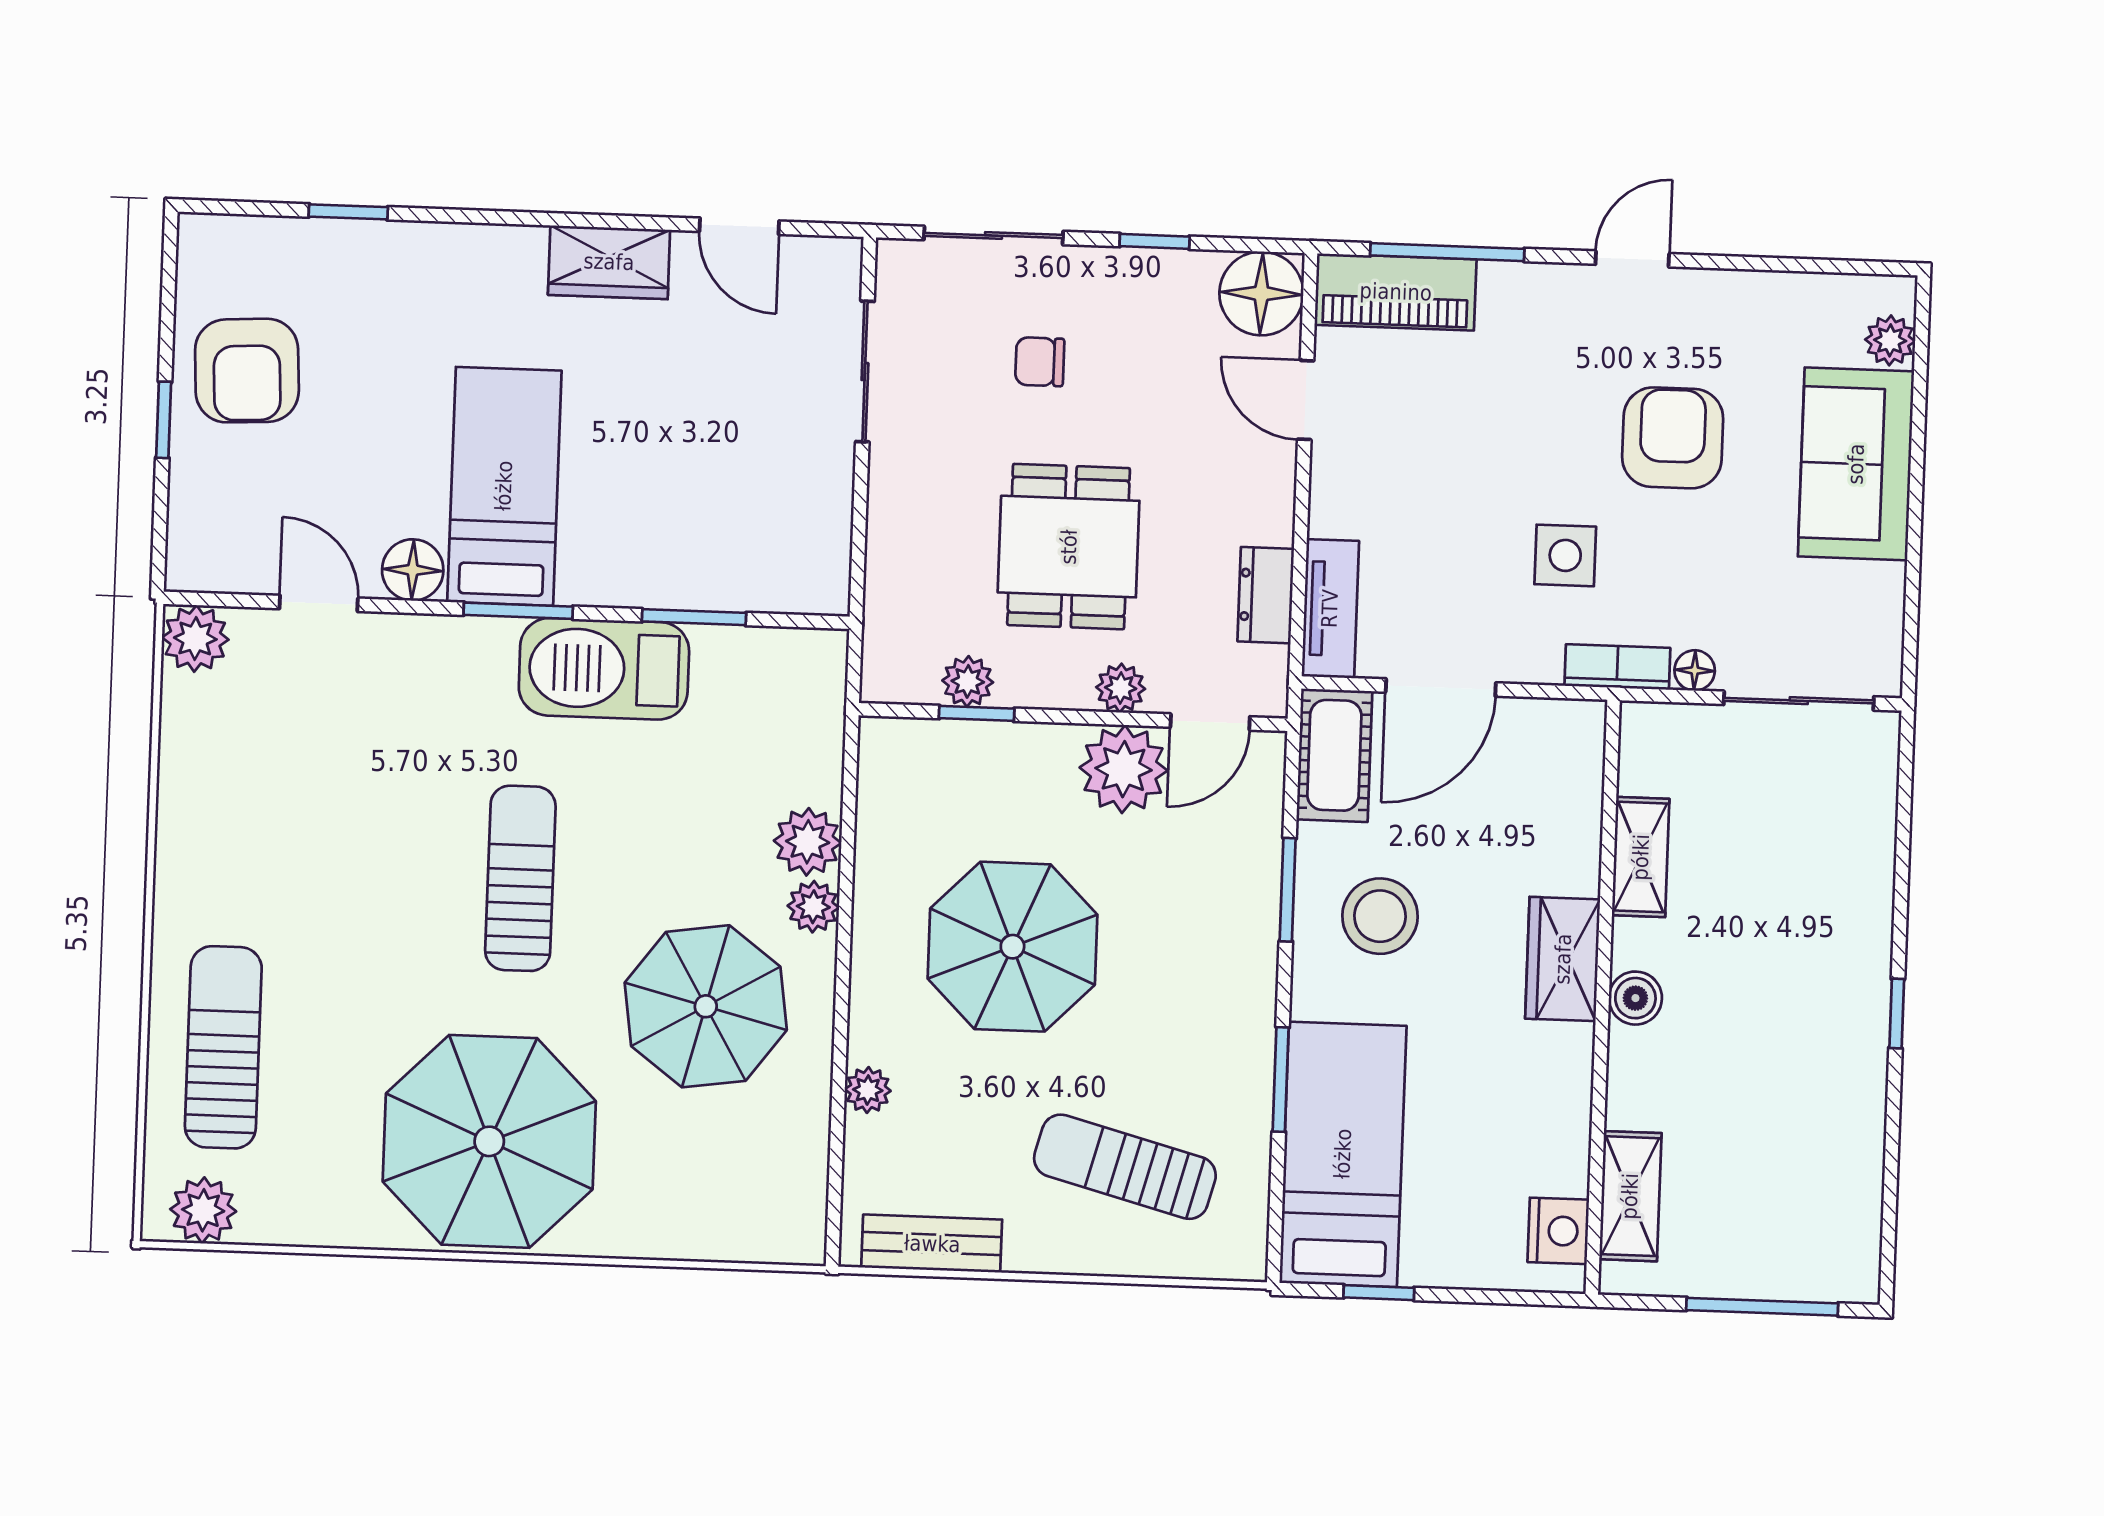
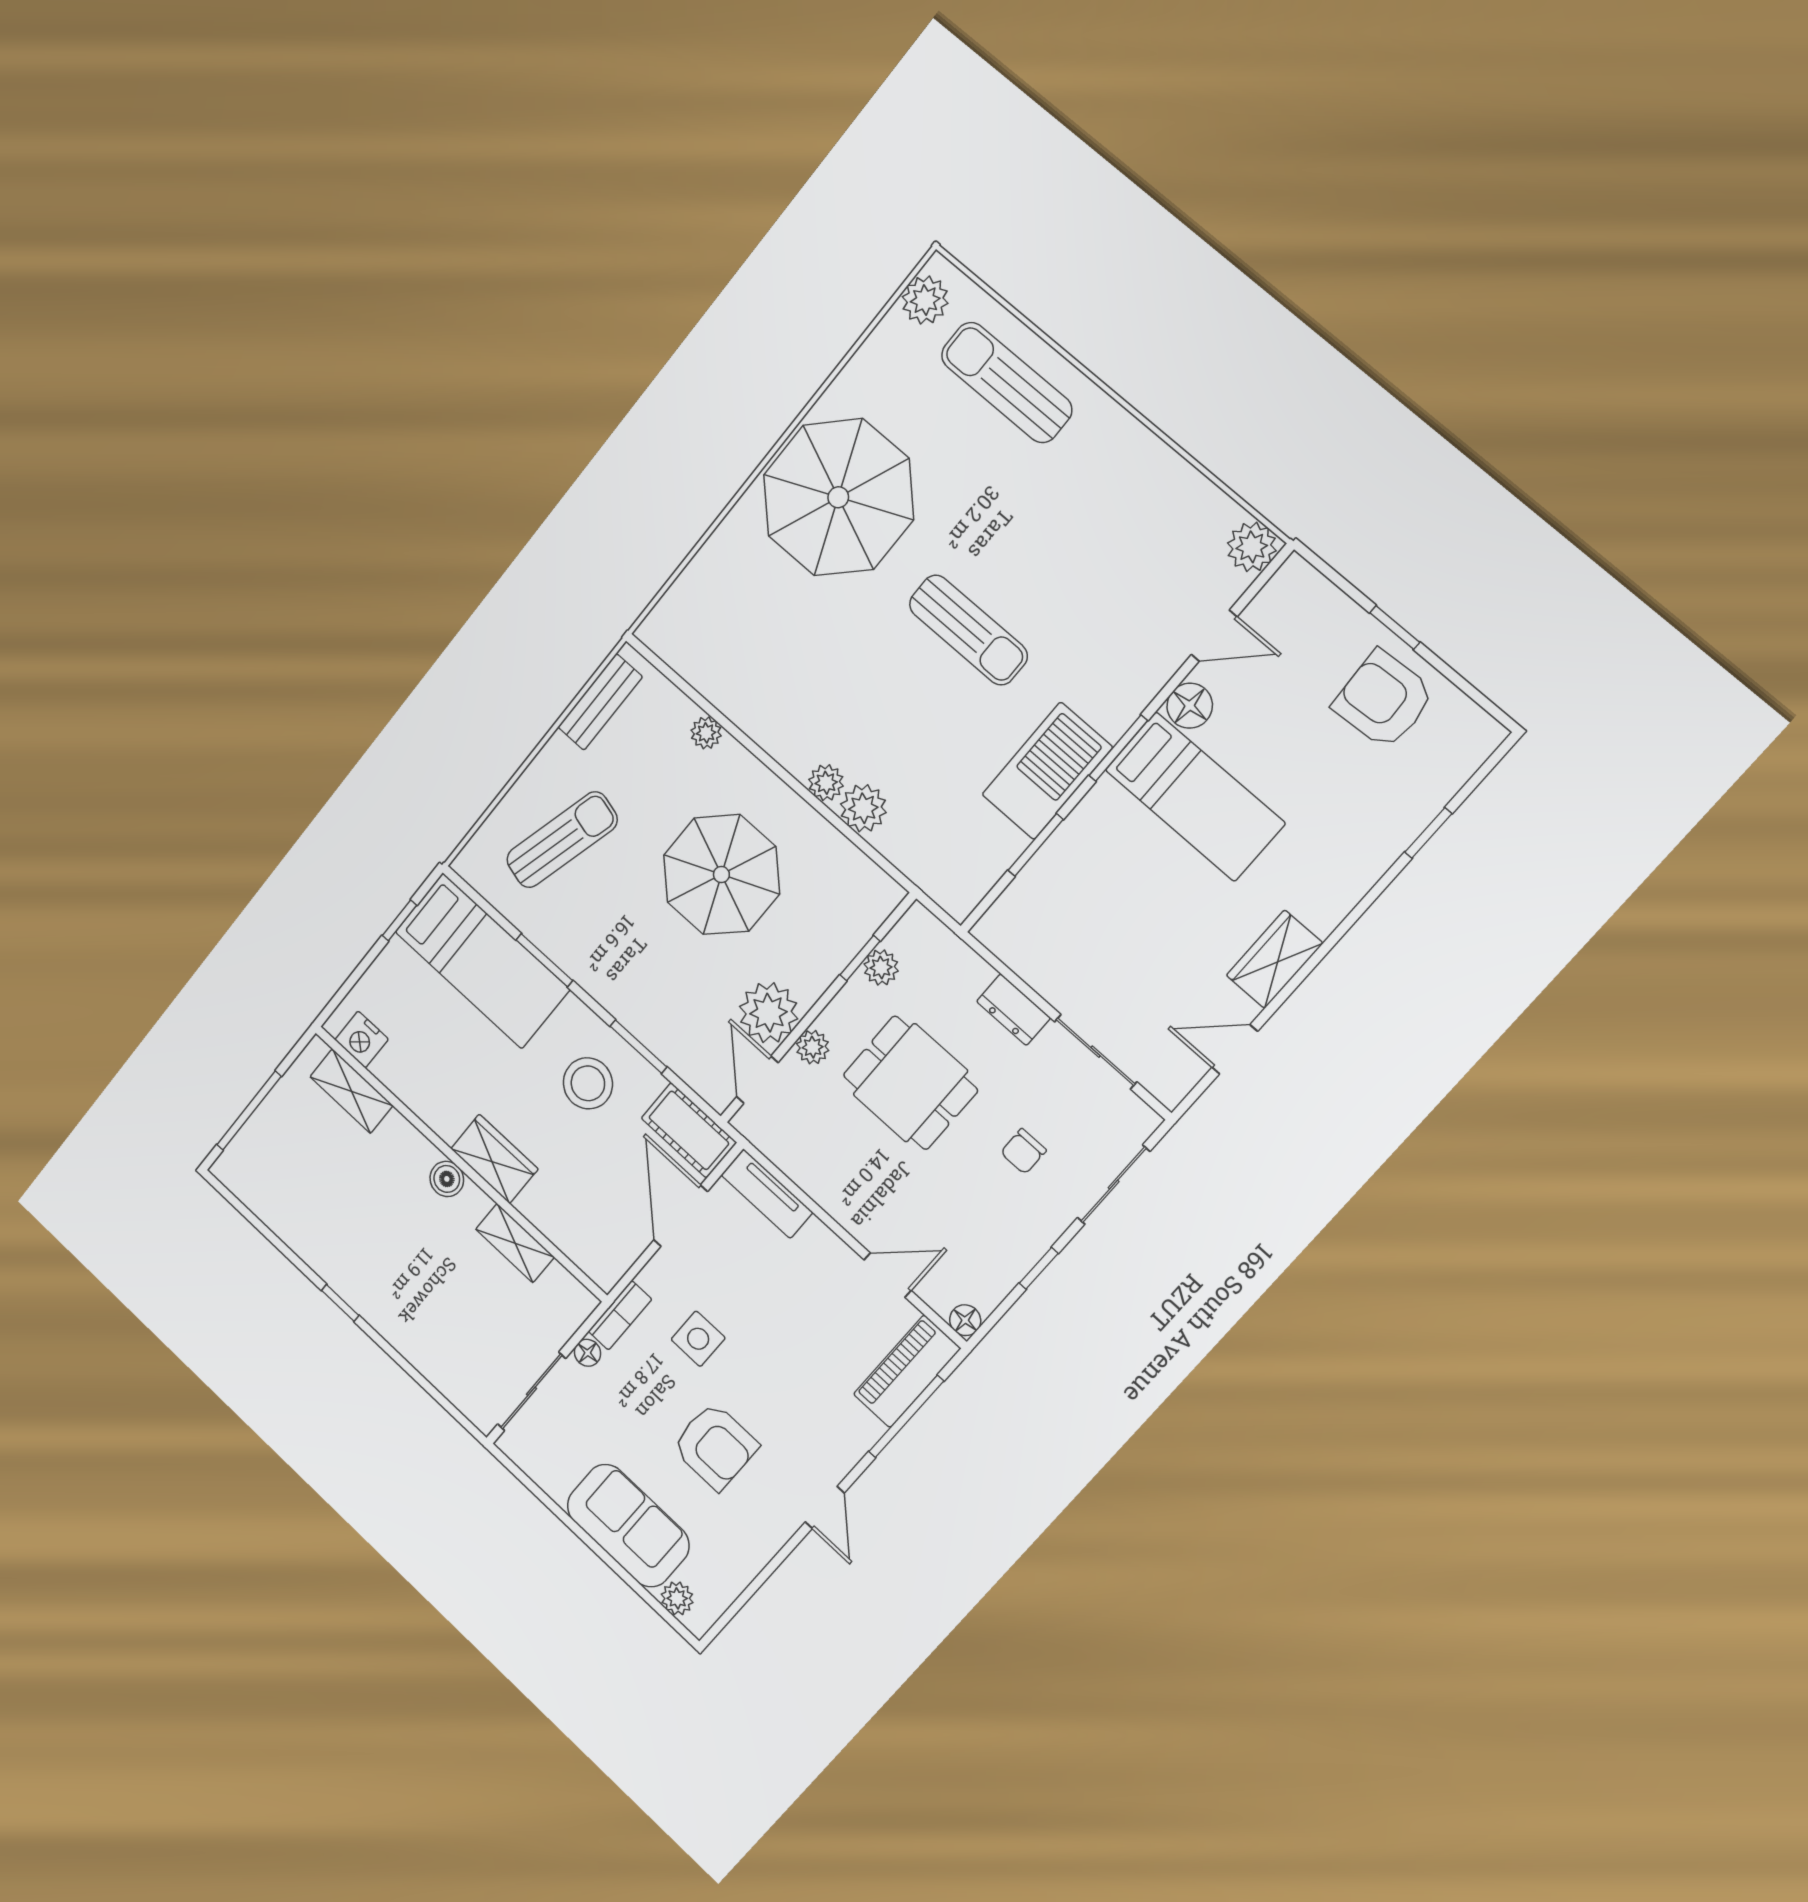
floor lamp: (1261, 293) -> (965, 1320), width x0.53, depth x0.53
chair: (1040, 362) -> (1023, 1151), turned 180
dresser: (1266, 595) -> (1013, 1010), moved, turned 180
parasol: (706, 1006) -> (818, 679), removed
sun lounger: (223, 1047) -> (1007, 382), turned 180

